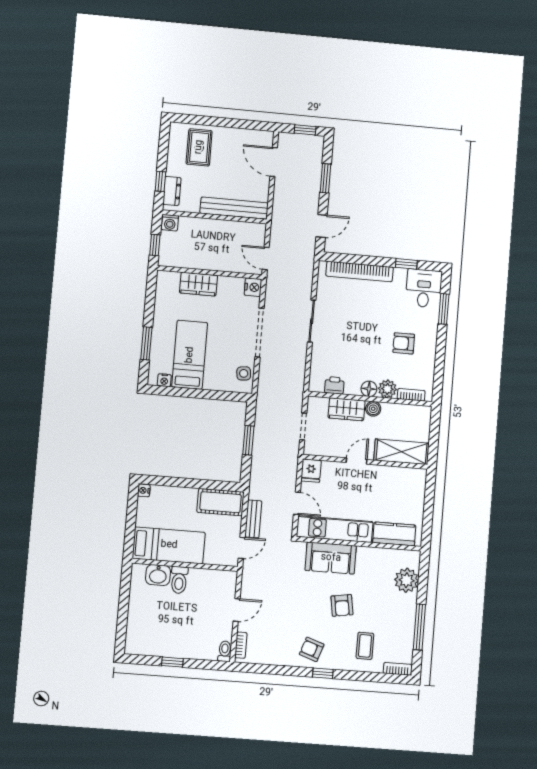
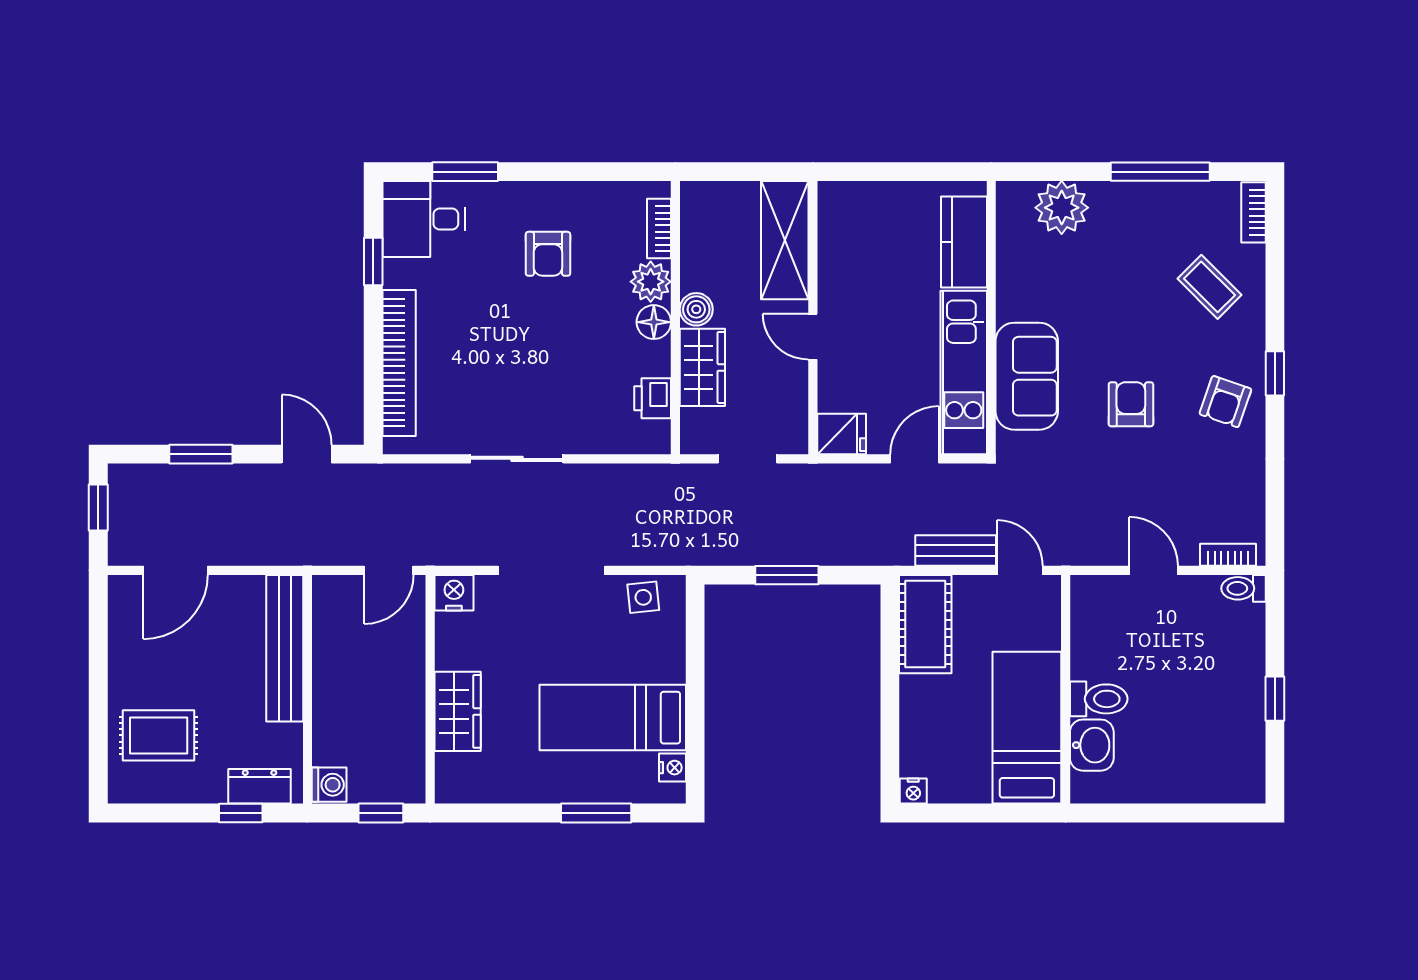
armchair: (342, 605) -> (1131, 404), moved, turned -81
coffee table: (365, 646) -> (1209, 287), turned 45

